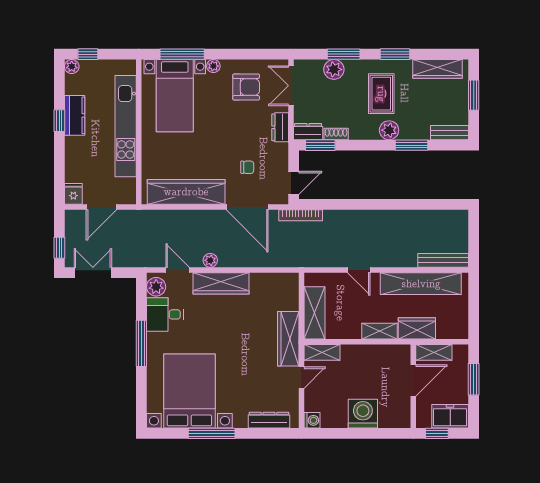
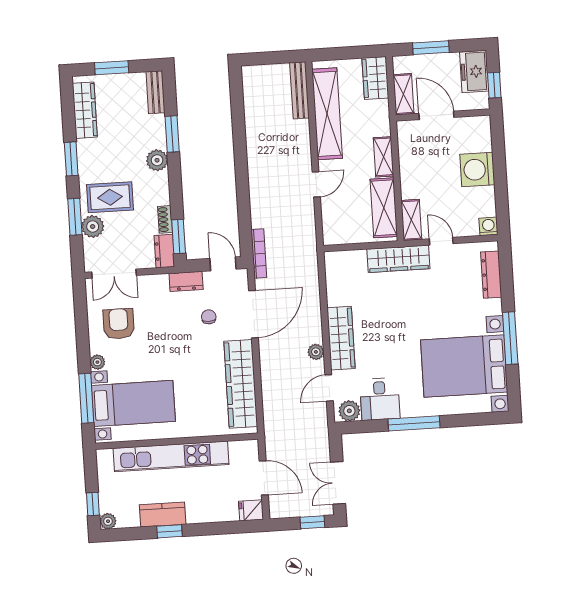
rug: (381, 94) -> (110, 197), moved
dresser: (280, 127) -> (186, 281), moved
shelving: (314, 313) -> (384, 208), moved, turned 90
wardrobe: (417, 328) -> (375, 78), moved

